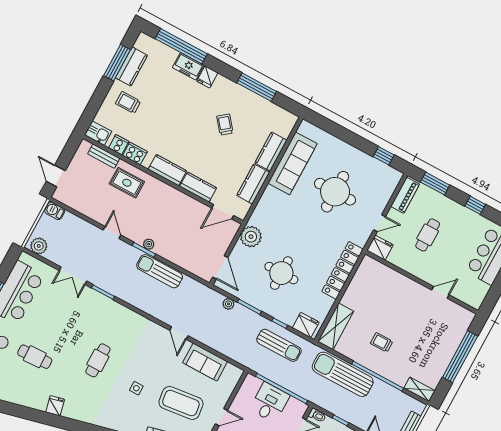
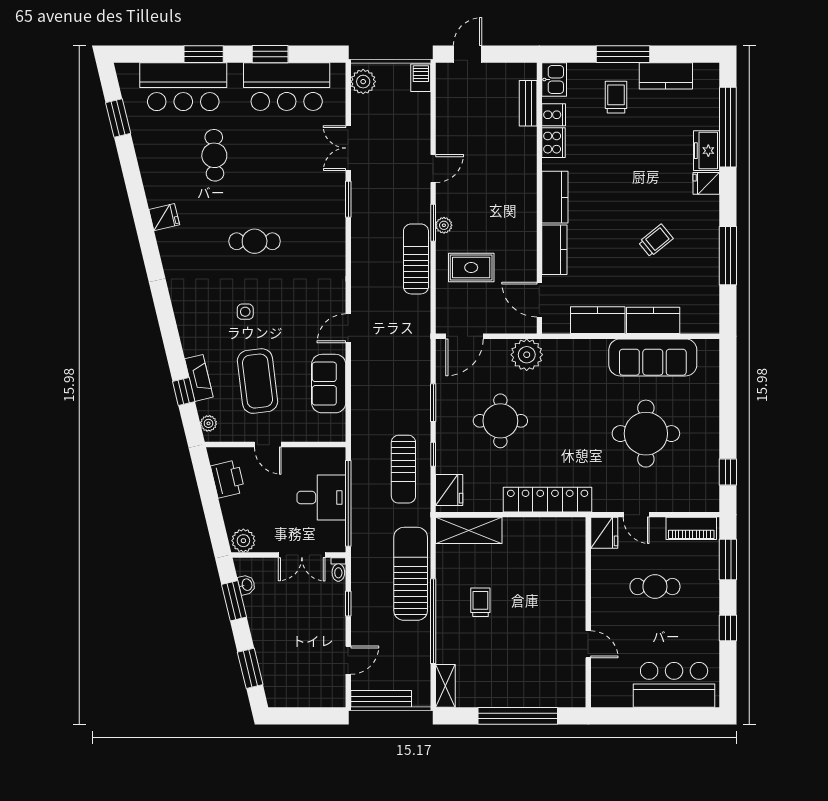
window: (117, 63) -> (623, 54), moved
rug: (127, 183) -> (471, 268), moved, turned 90
plant: (228, 304) -> (422, 373), removed

